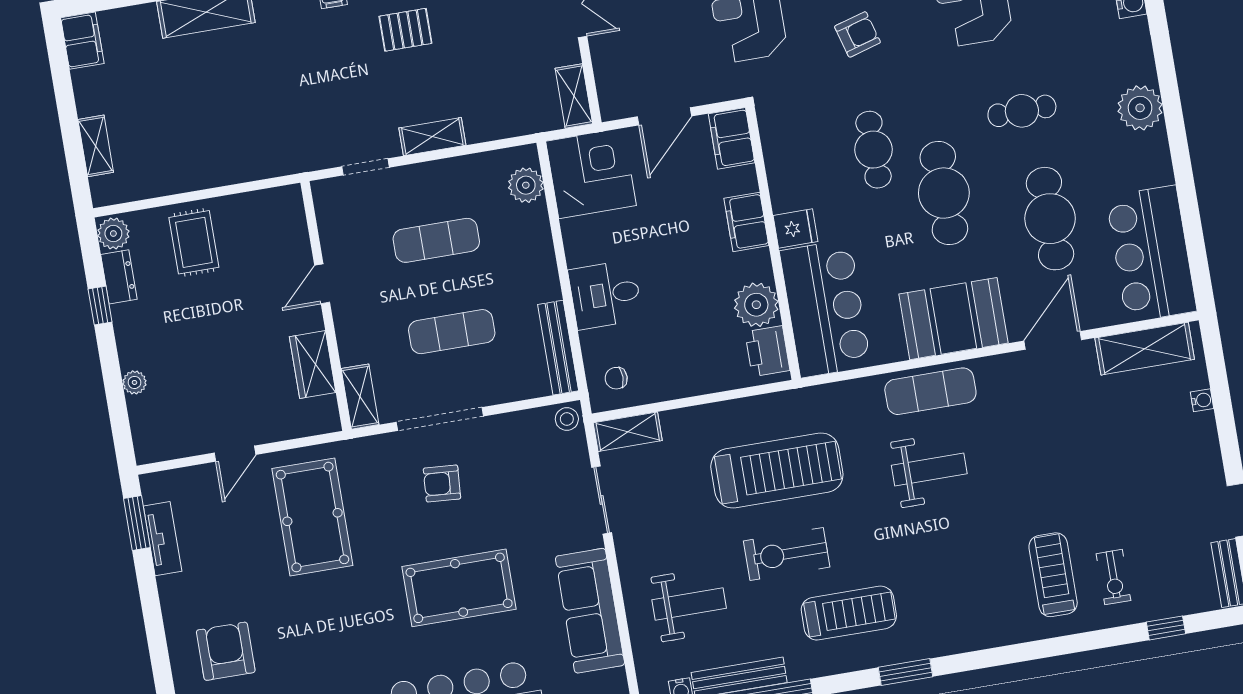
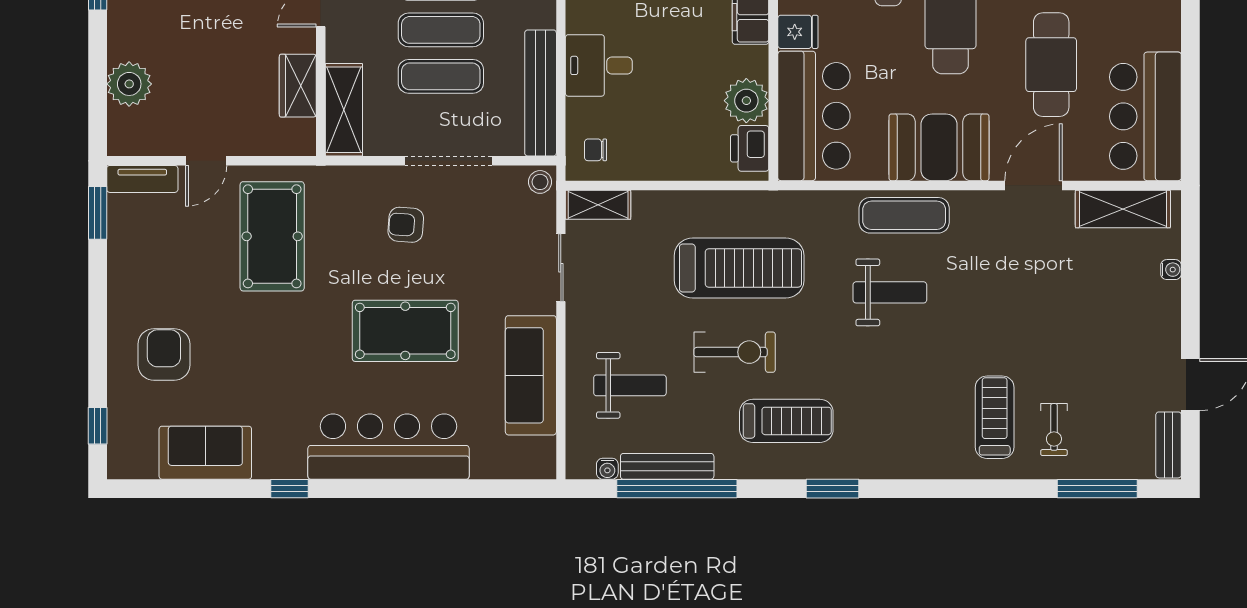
exercise mat: (444, 286) -> (441, 30), added
bench: (558, 348) -> (541, 93), width x1.37, depth x1.21
plant: (134, 382) -> (129, 84), width x1.88, depth x1.88
shelving: (360, 397) -> (344, 110), width x1.50, depth x1.33
doorway: (440, 419) -> (449, 161), moved
tv unit: (163, 539) -> (142, 179), moved, turned 90
exercise bike: (787, 554) -> (735, 352), turned 180
window: (1166, 628) -> (1097, 489), width x2.17

